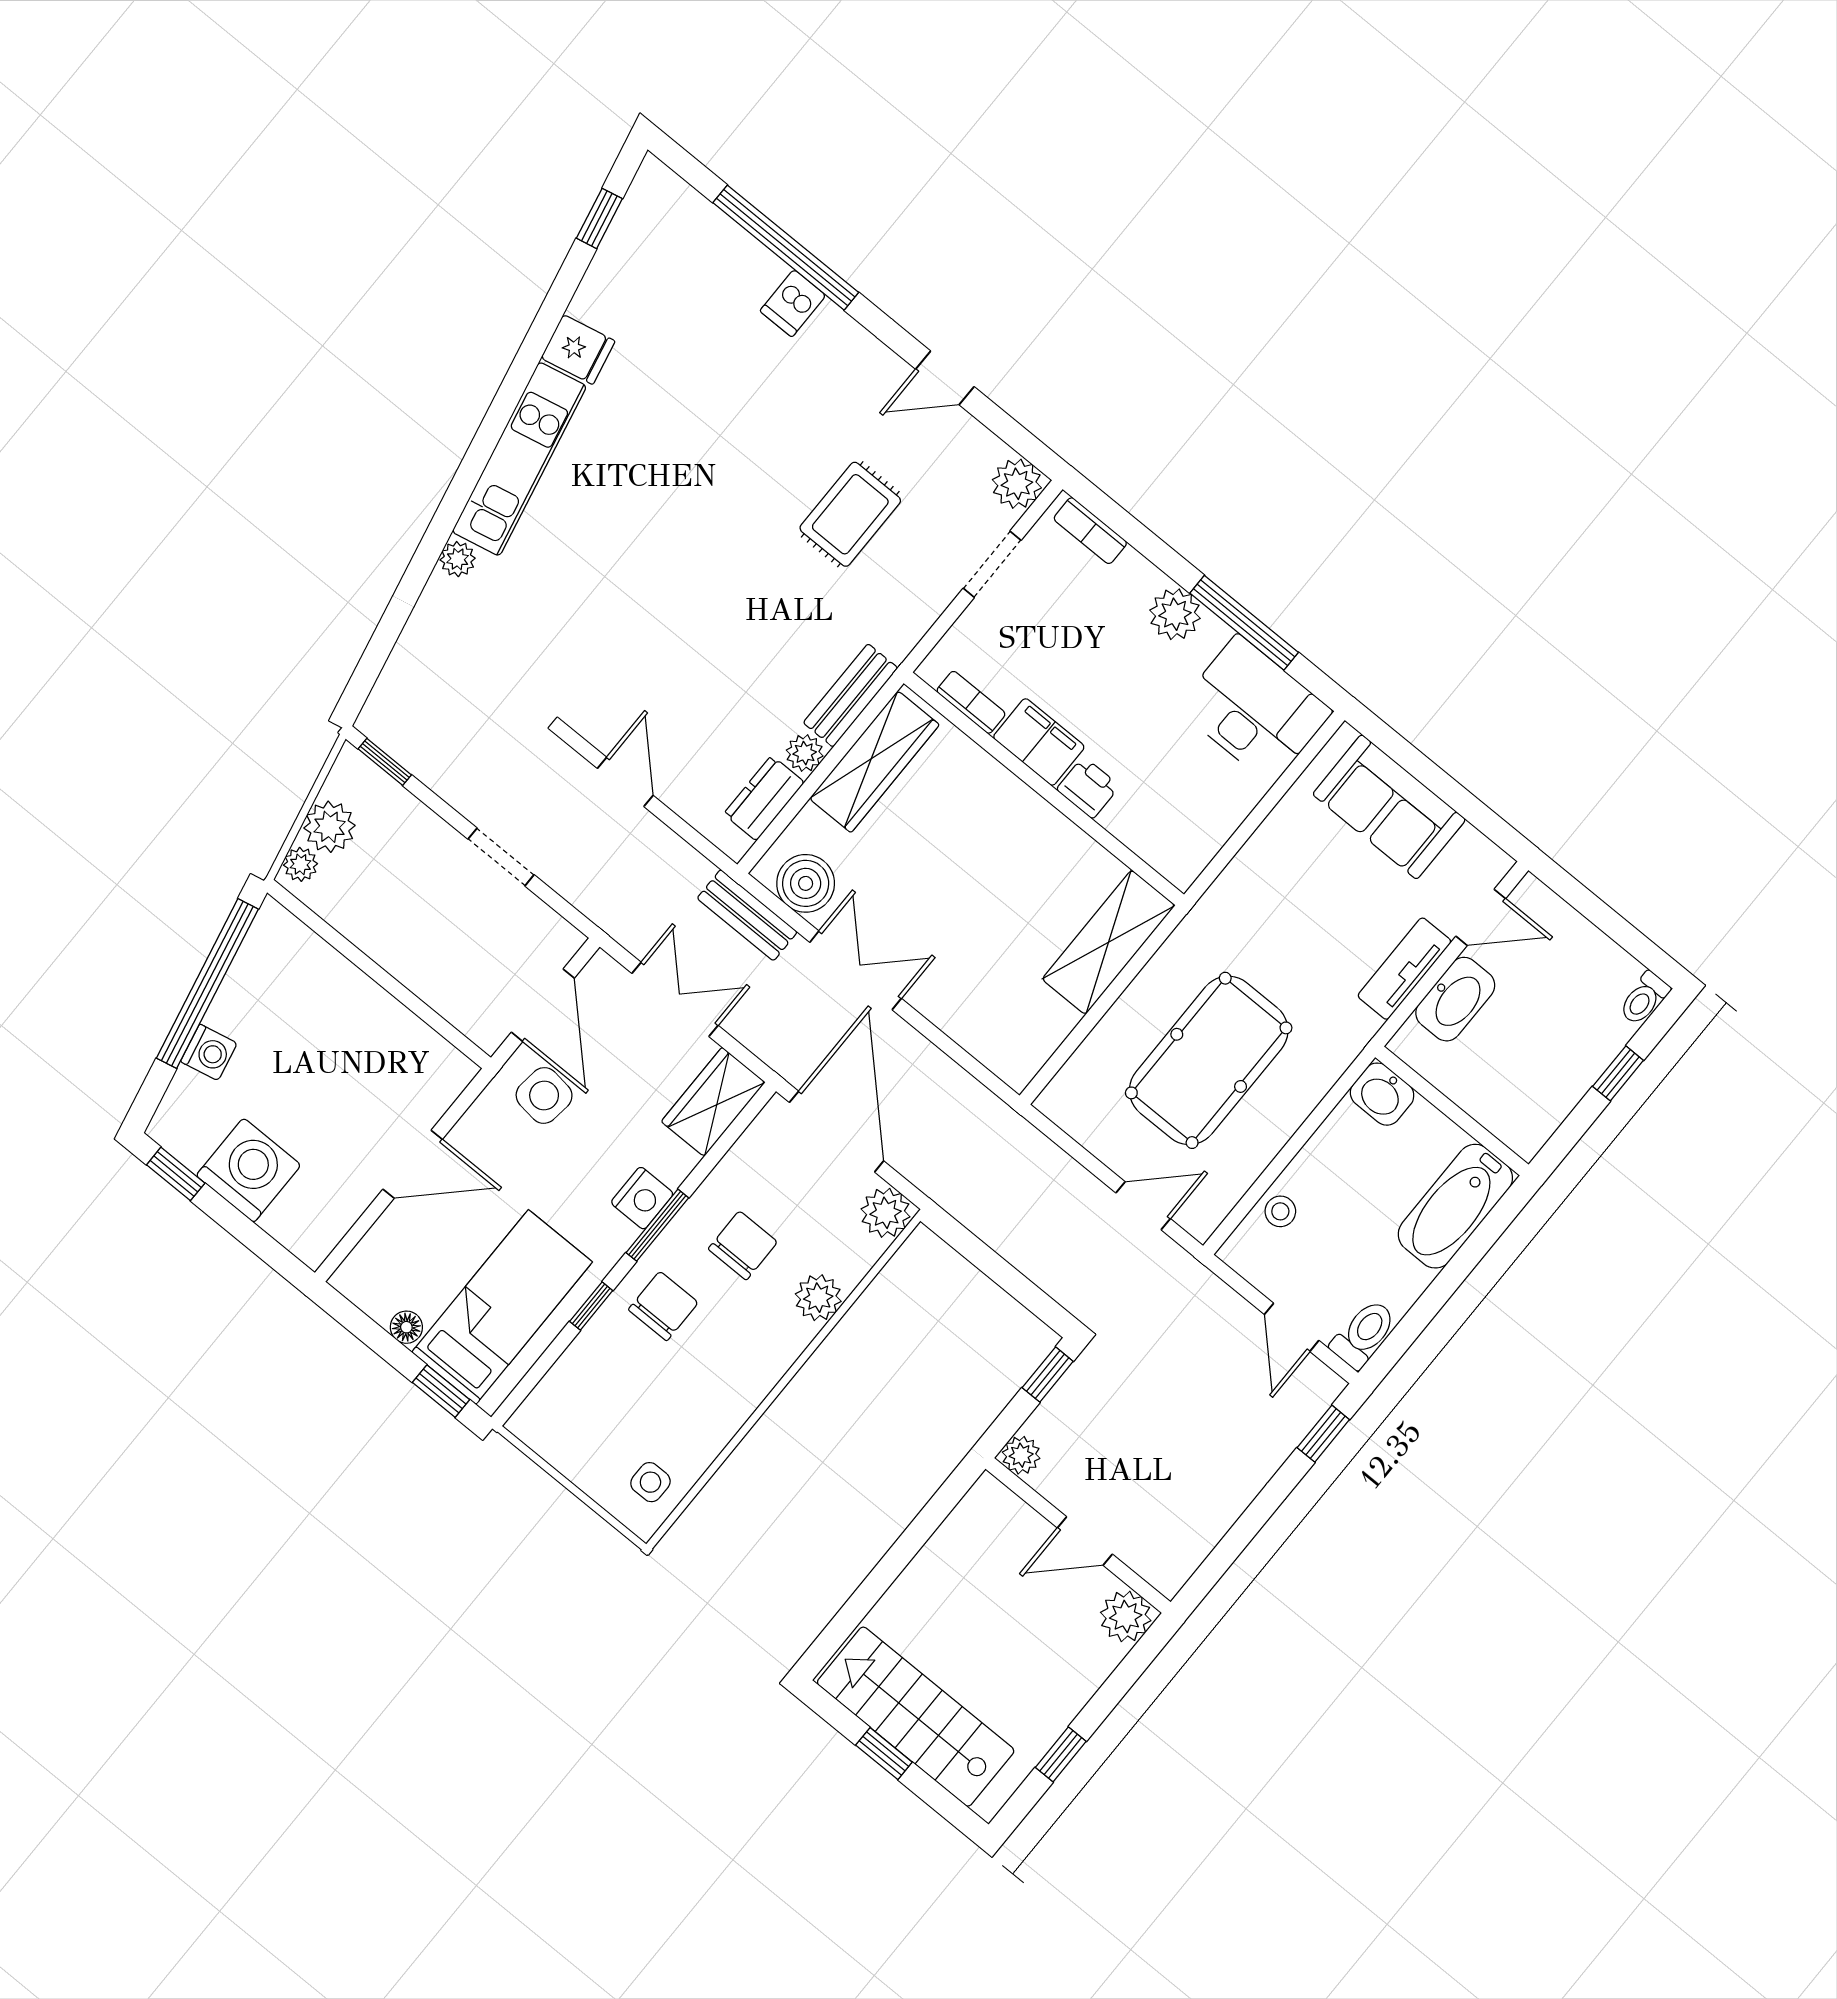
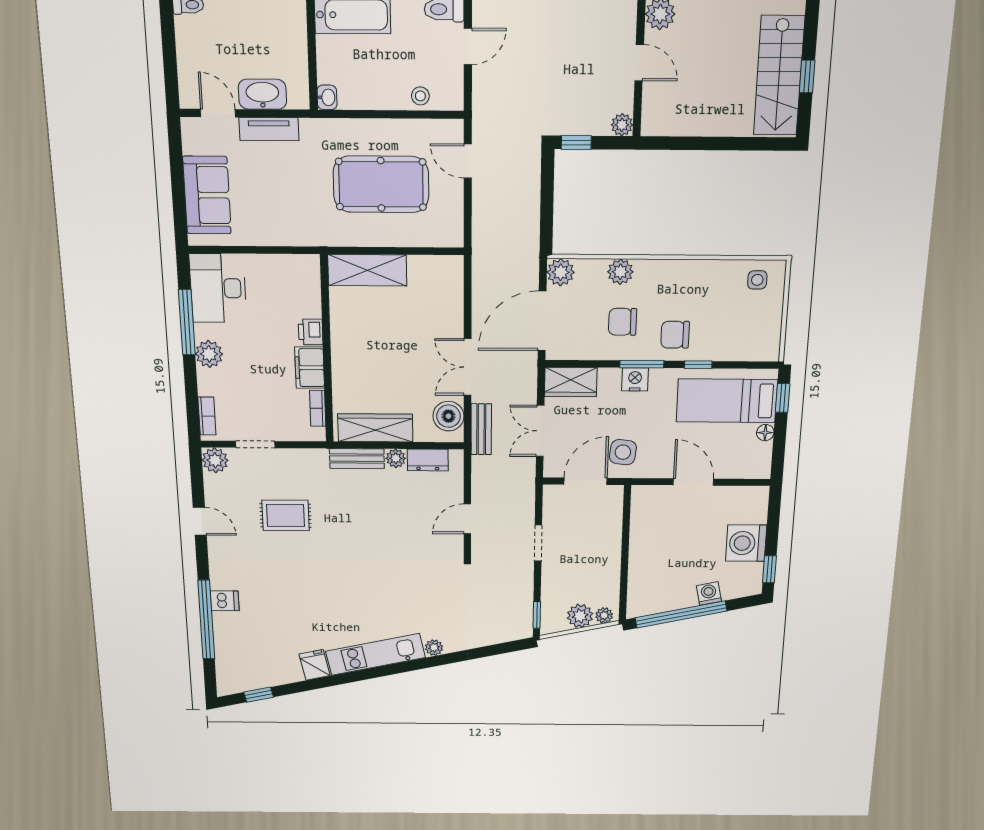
washbasin: (1382, 1094) -> (327, 97), width x0.72, depth x0.69

